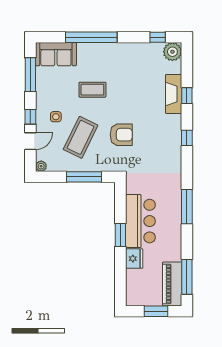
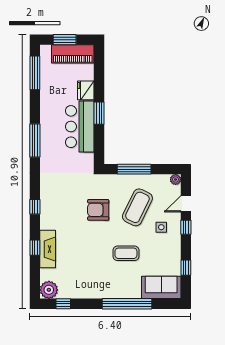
window: (30, 75) -> (186, 268), width x0.46
piano: (172, 284) -> (73, 54), moved, turned 90

